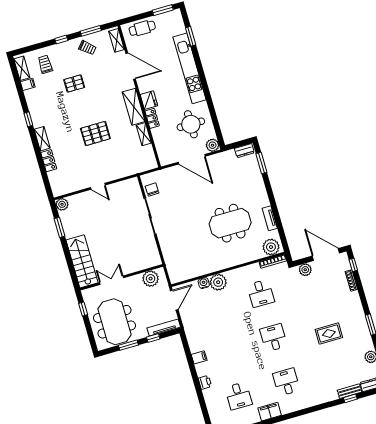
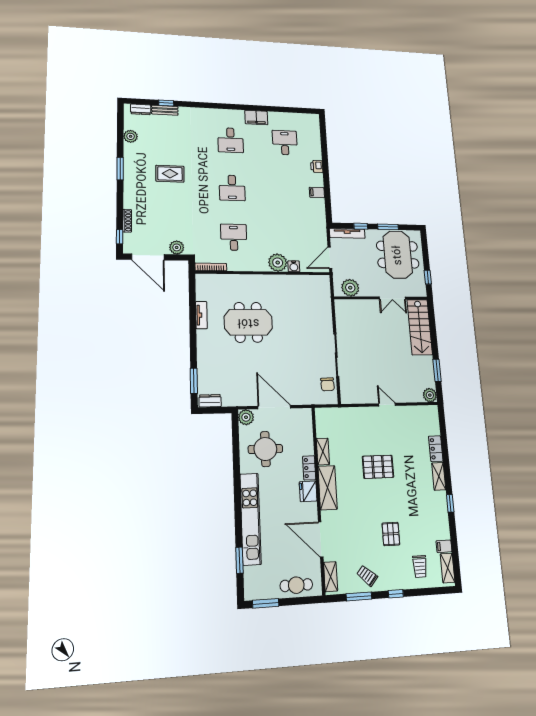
pallet: (74, 84) -> (391, 534), turned 90
plant: (271, 247) -> (209, 283), removed

